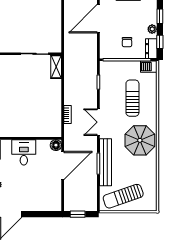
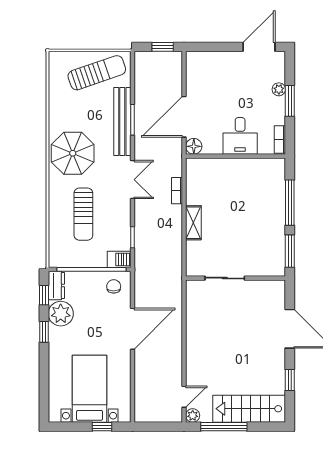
plant: (152, 29) -> (61, 314), width x1.88, depth x1.88
chair: (127, 42) -> (114, 286), moved
shelving: (56, 67) -> (193, 223), moved
barbecue: (149, 67) -> (119, 259), moved

